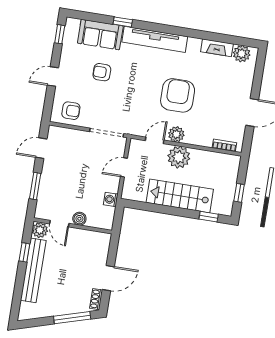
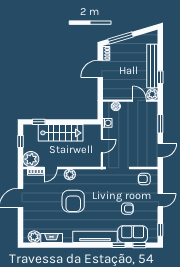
window: (93, 17) -> (139, 245), added
door: (155, 140) -> (51, 168), moved
plant: (179, 157) -> (31, 159), moved
boiler: (79, 219) -> (116, 106), moved

